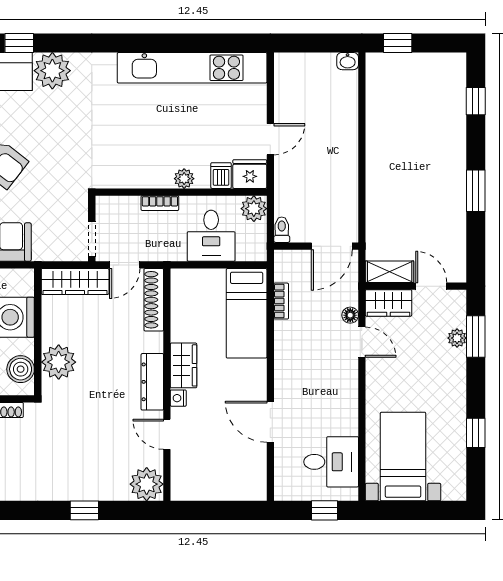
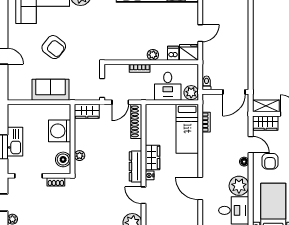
plant: (254, 209) -> (191, 93), moved
wardrobe: (75, 281) -> (87, 111), width x0.67
floor lamp: (350, 315) -> (244, 162), moved
plant: (59, 362) -> (80, 156), width x0.53, depth x0.53
armchair: (397, 372) -> (270, 161), added
plant: (341, 417) -> (239, 186), added

